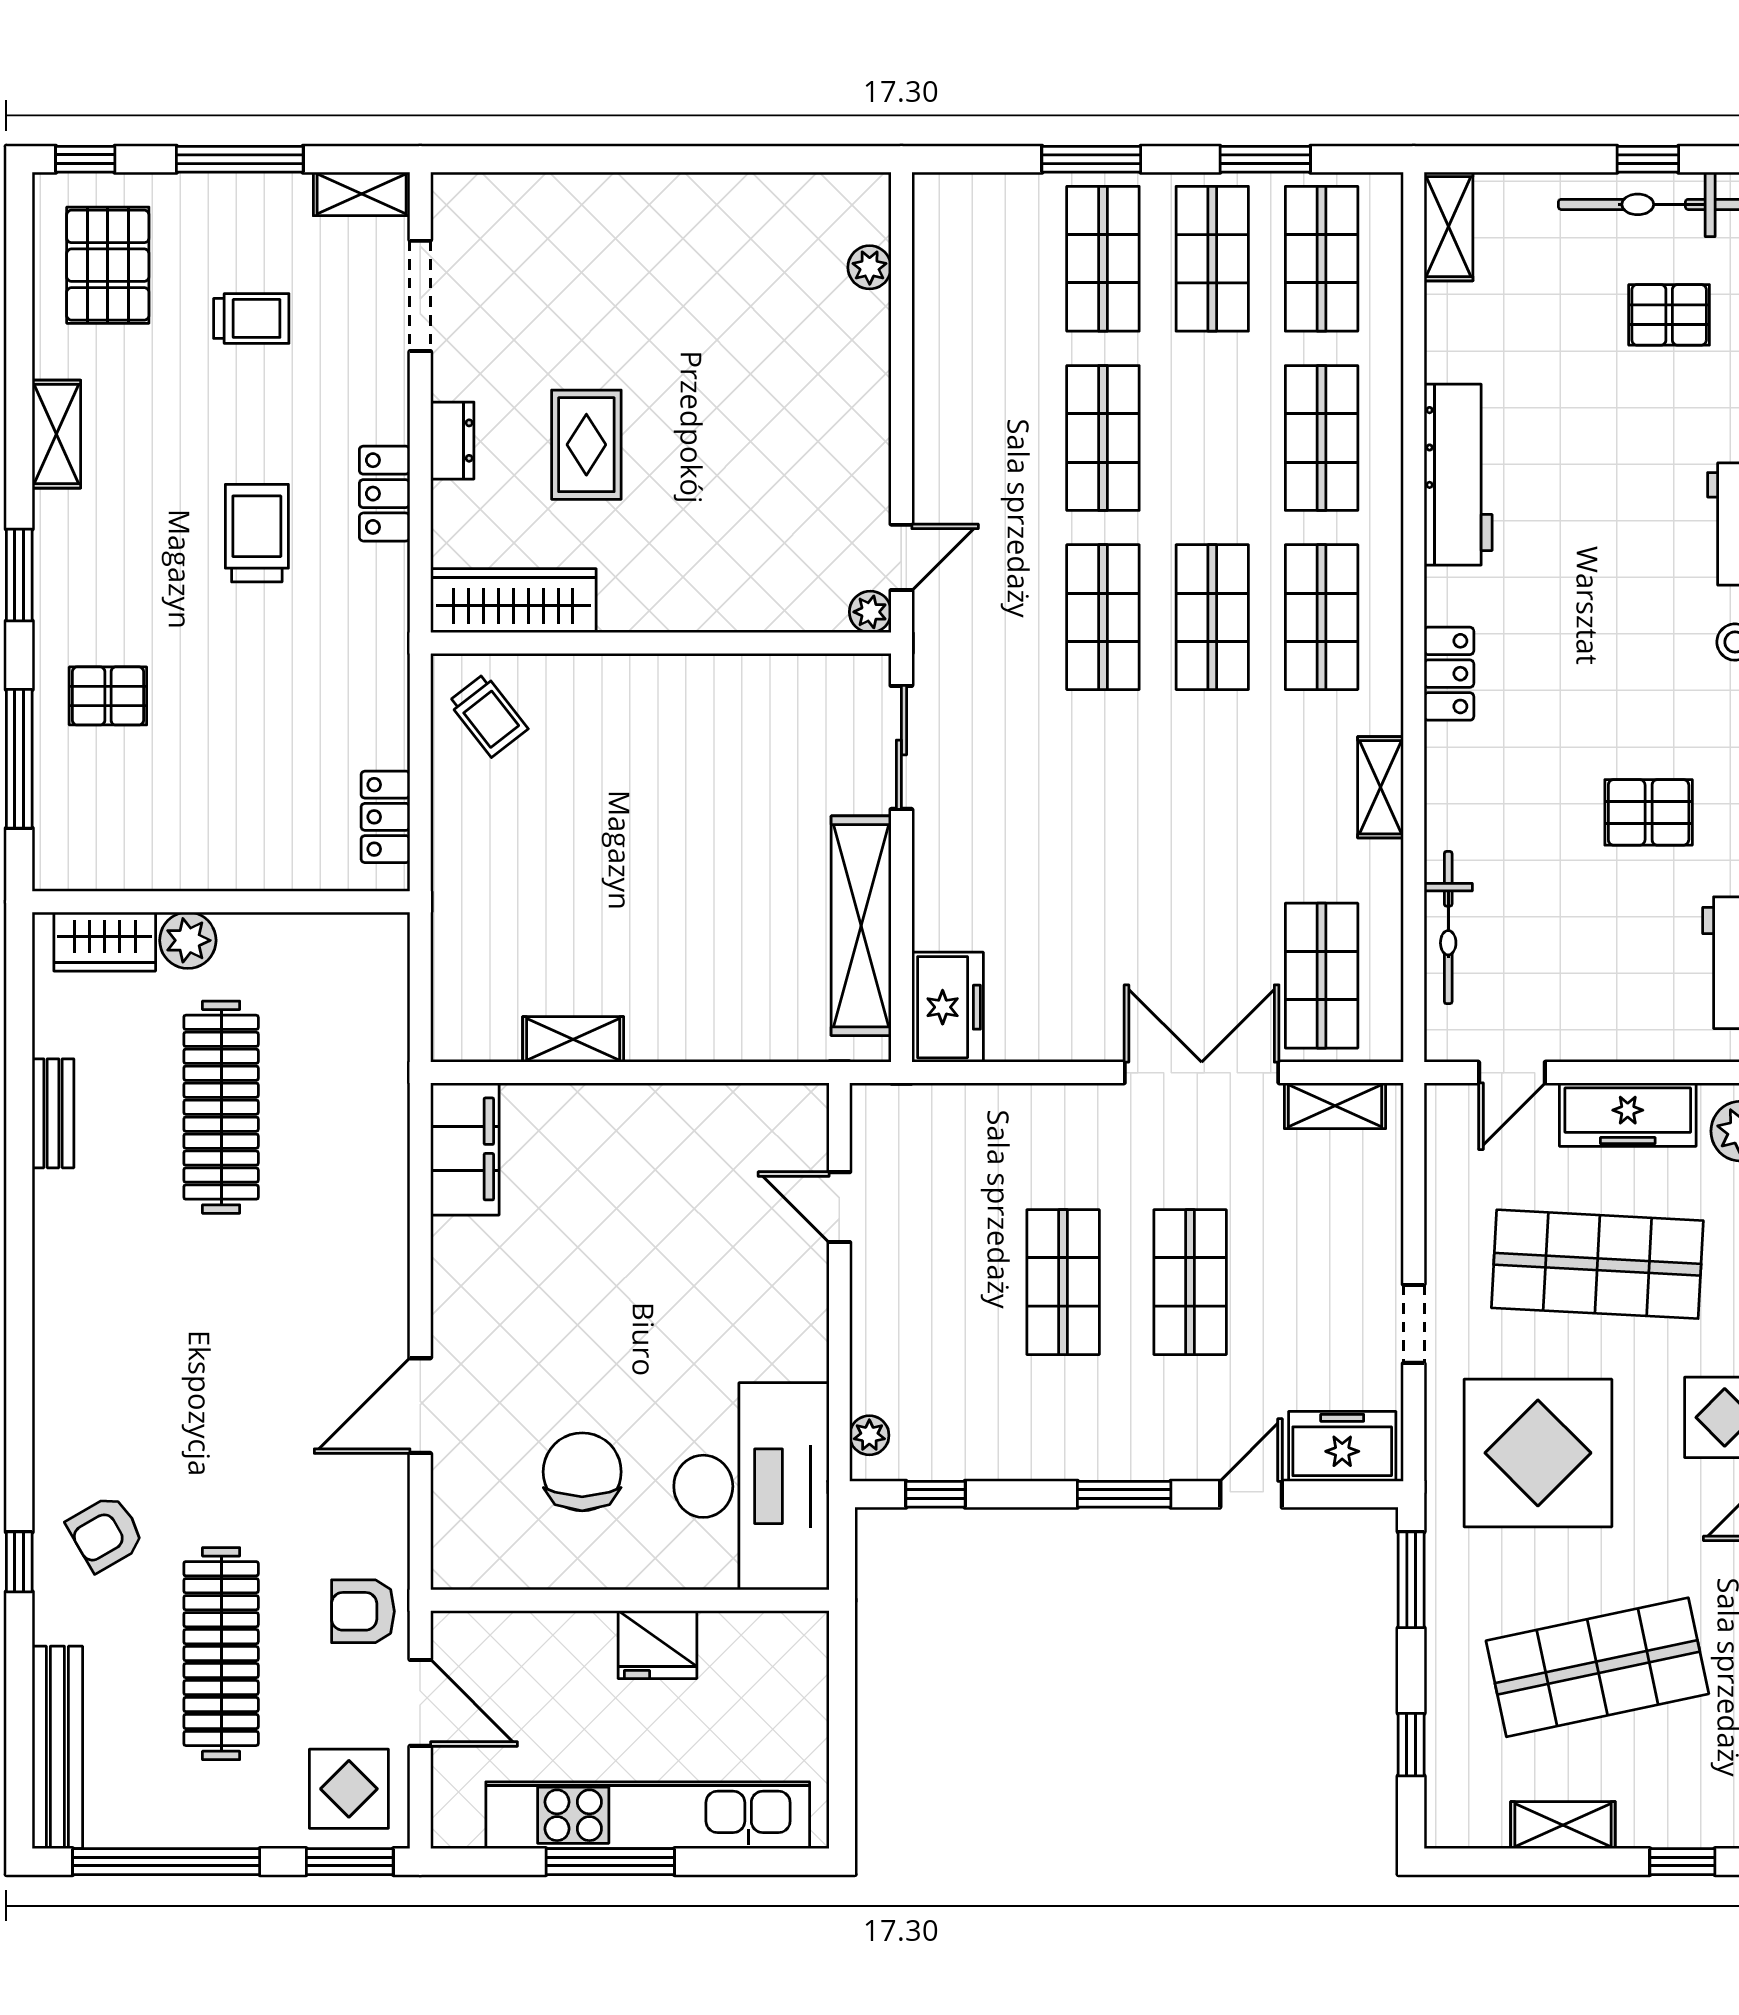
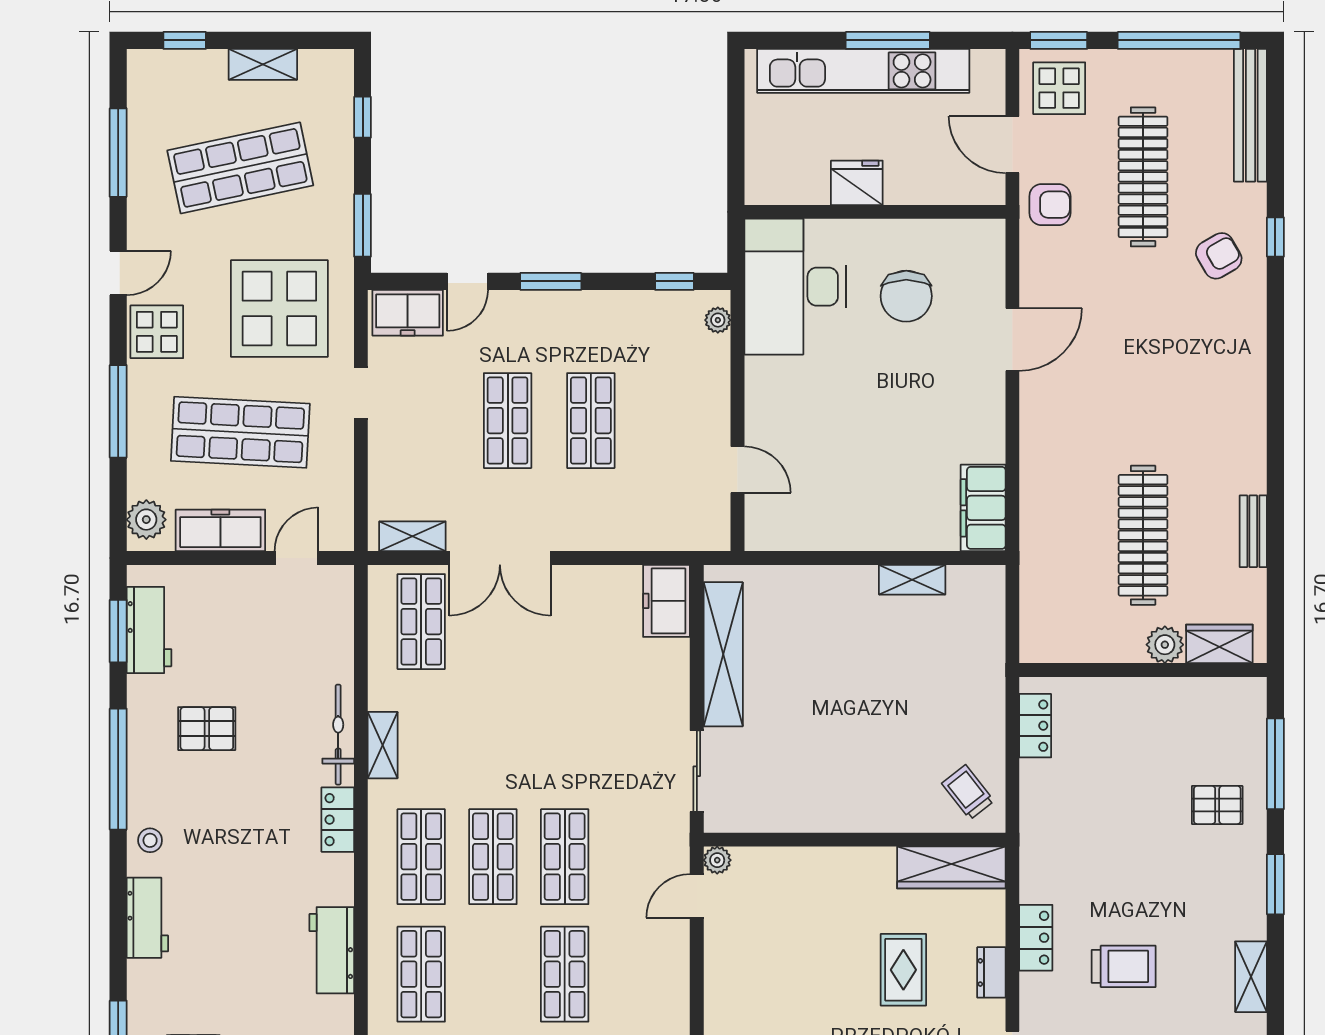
workbench: (1458, 475) -> (332, 950), width x0.73
trolley: (257, 533) -> (1124, 966), moved, turned -90
bicycle: (1448, 928) -> (338, 735), moved

